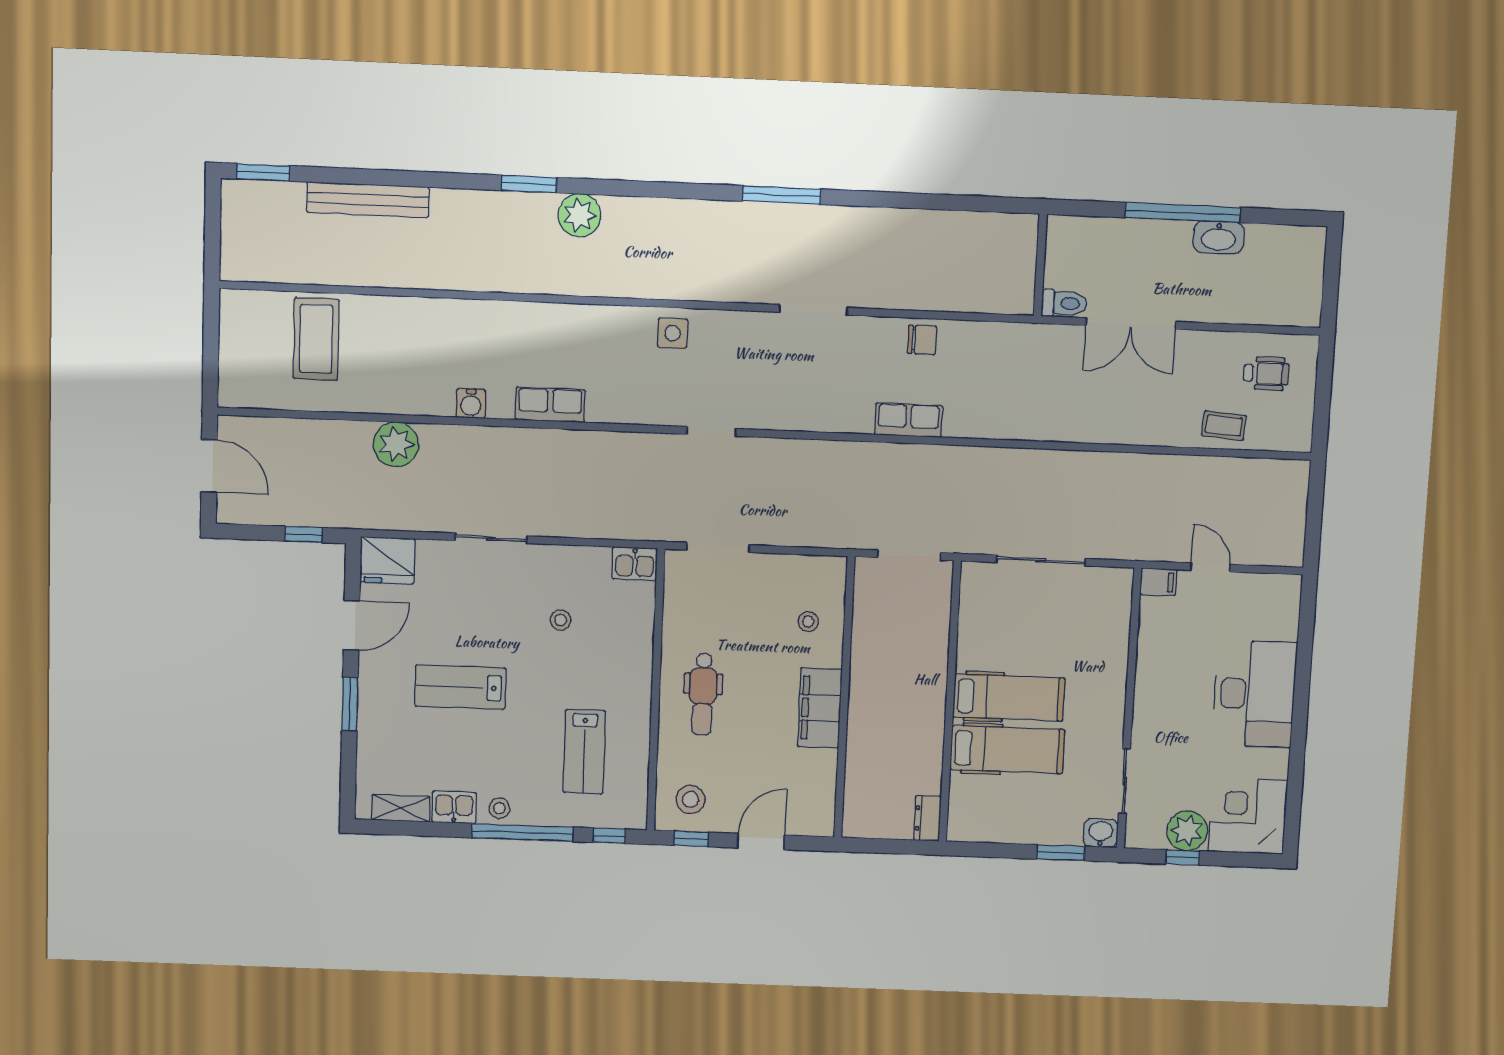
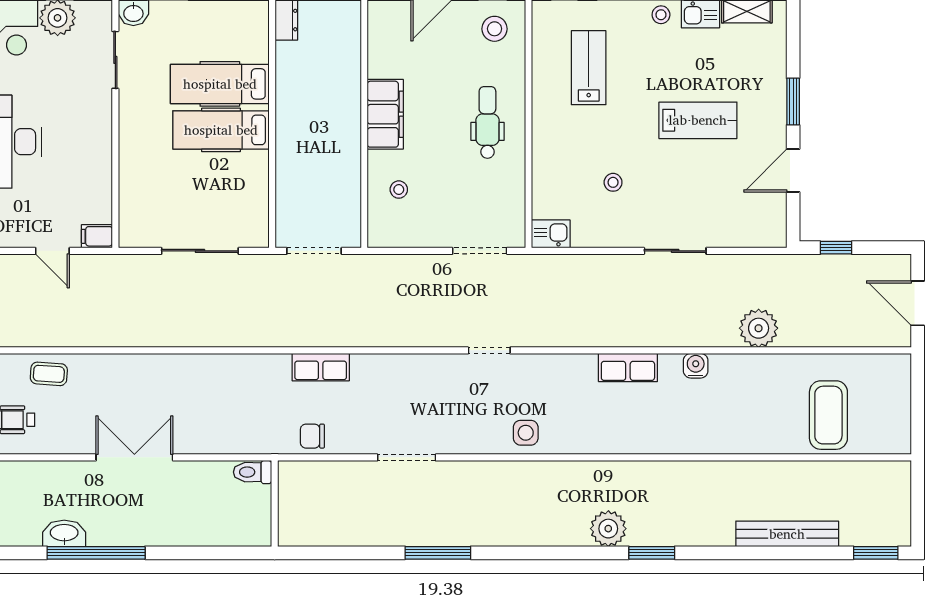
wall: (1040, 265) -> (275, 504), moved
toilet: (1064, 303) -> (253, 472), moved
fridge: (387, 560) -> (764, 228), removed

